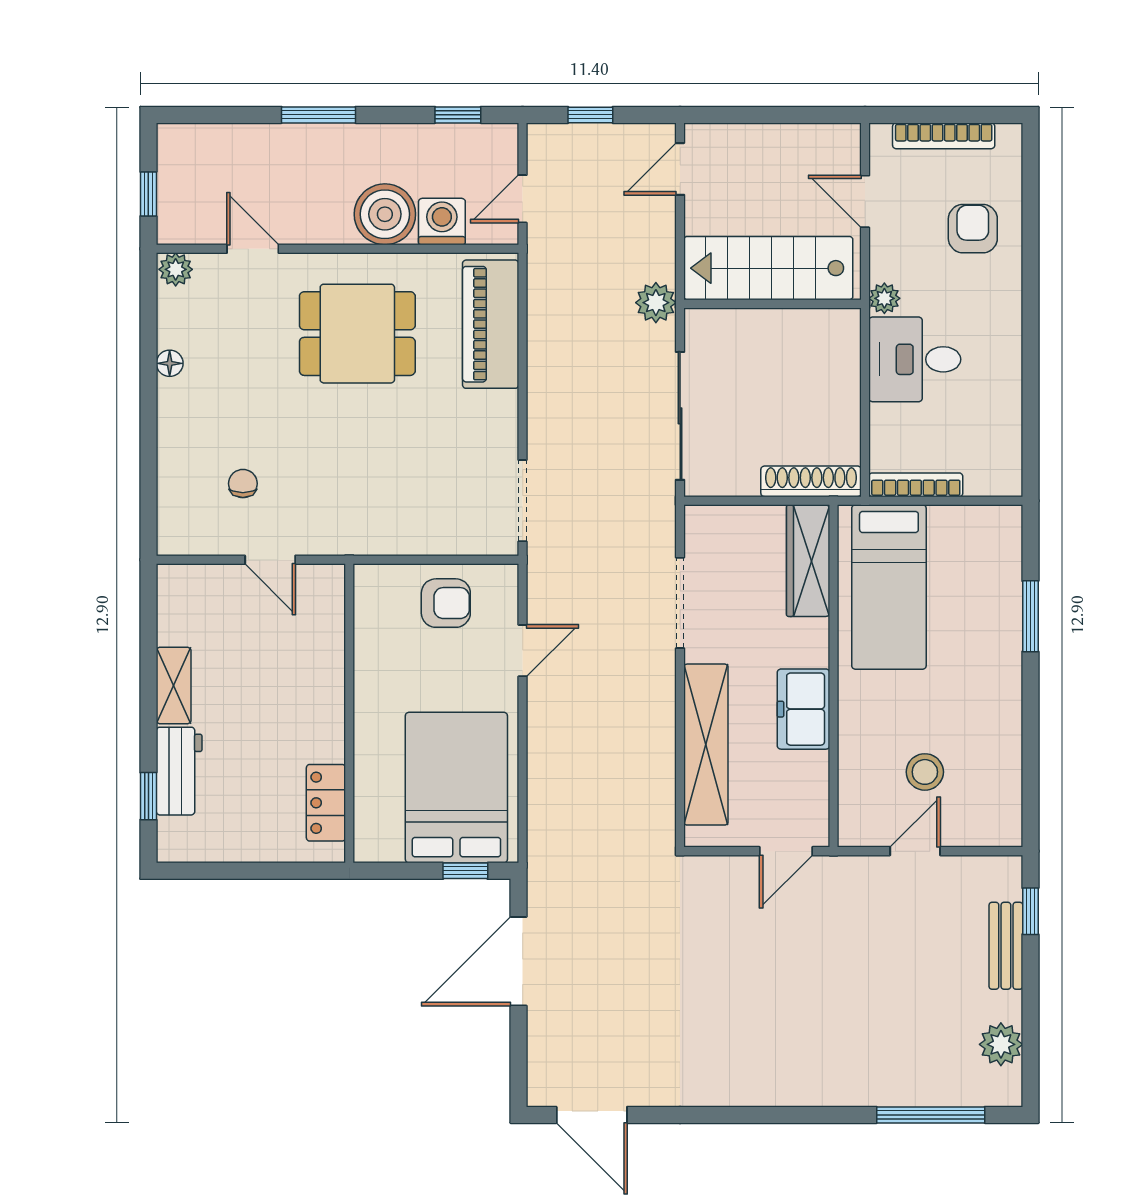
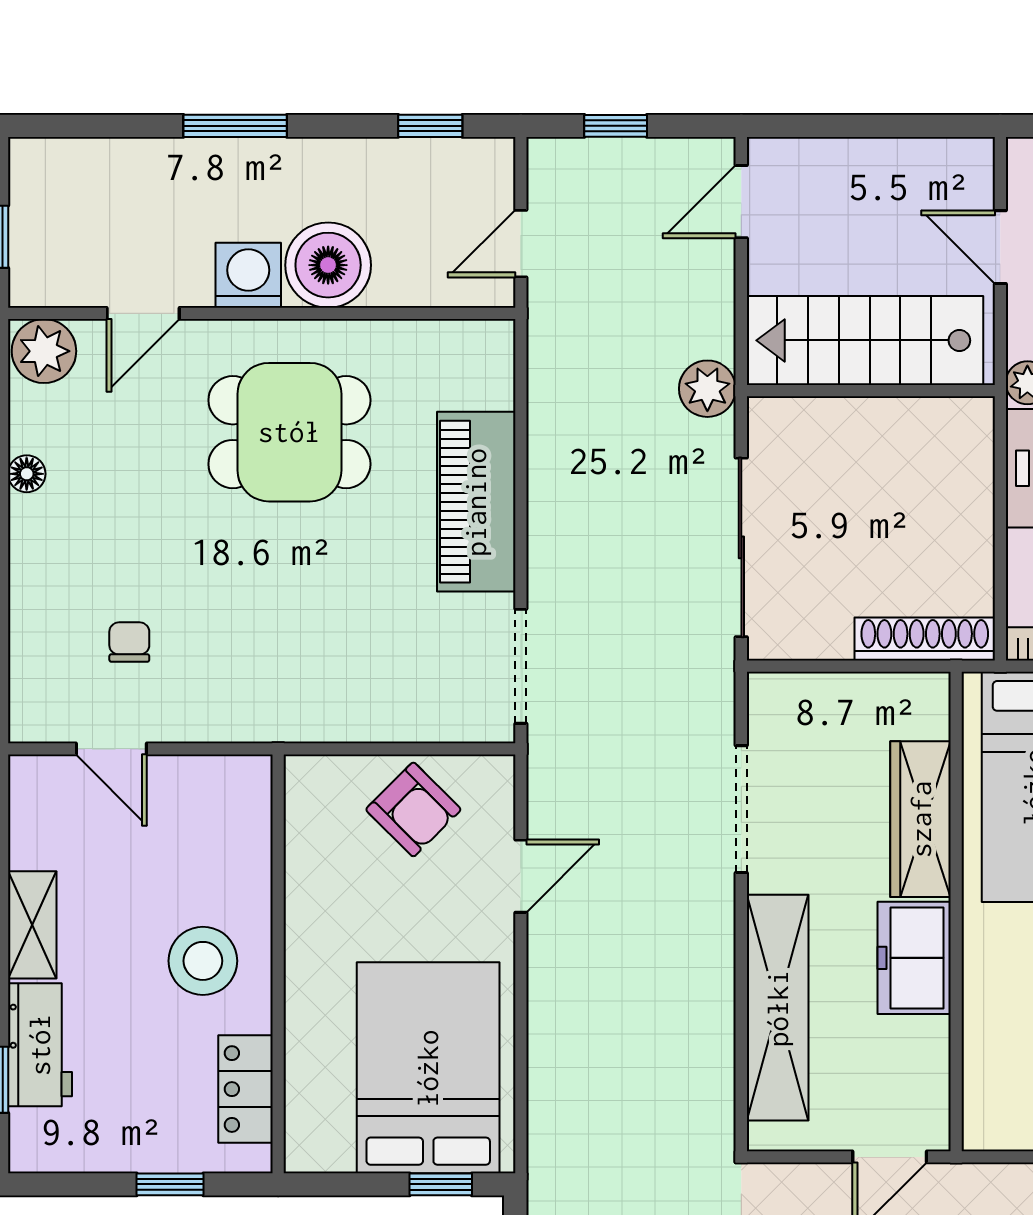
washing machine: (442, 222) -> (248, 275), moved
door: (253, 249) -> (143, 313), swing flipped
plant: (176, 269) -> (44, 351), width x1.38, depth x1.38
piano: (491, 324) -> (476, 502), moved
door: (270, 560) -> (111, 749), moved
wardrobe: (808, 561) -> (921, 819), moved
armchair: (446, 603) -> (413, 809), turned 45
stool: (295, 711) -> (203, 961), added
window: (272, 871) -> (170, 1184), added

